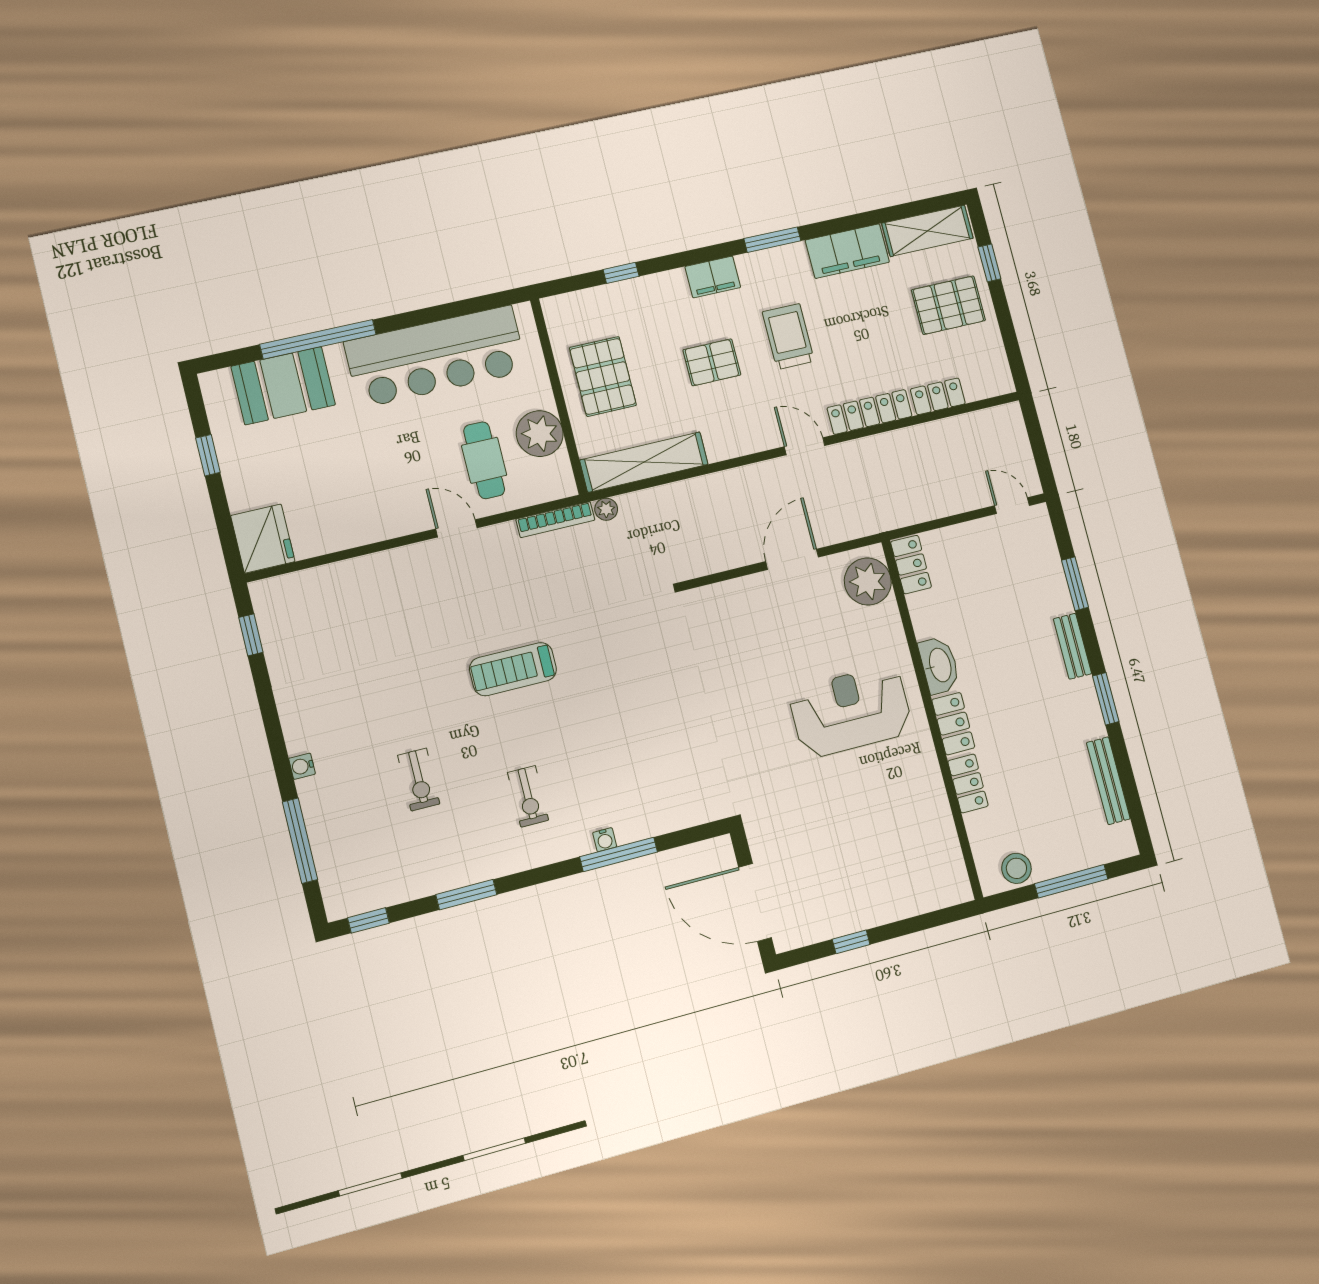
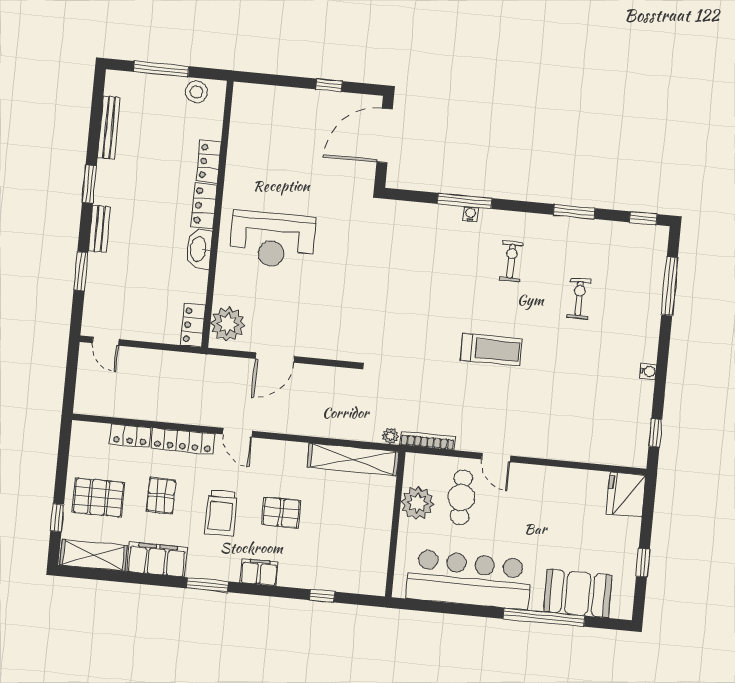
pallet: (603, 376) -> (161, 496), moved, width x0.67, depth x0.71
water cooler: (302, 766) -> (648, 371), moved
door: (755, 902) -> (385, 136), swing flipped

